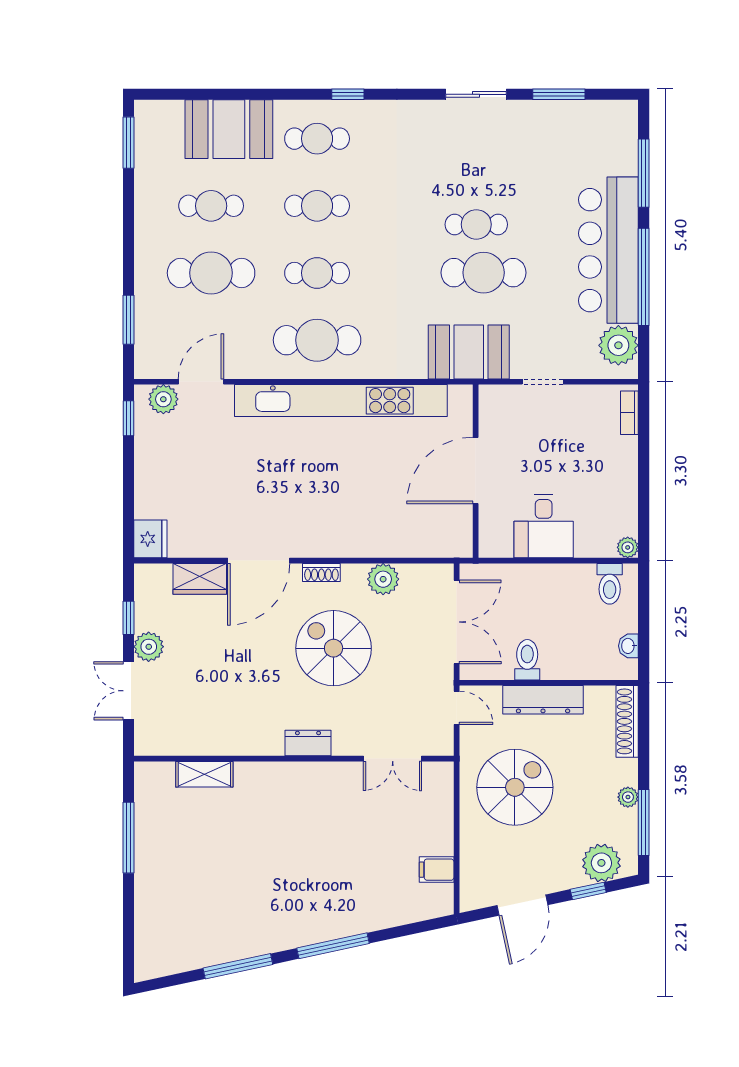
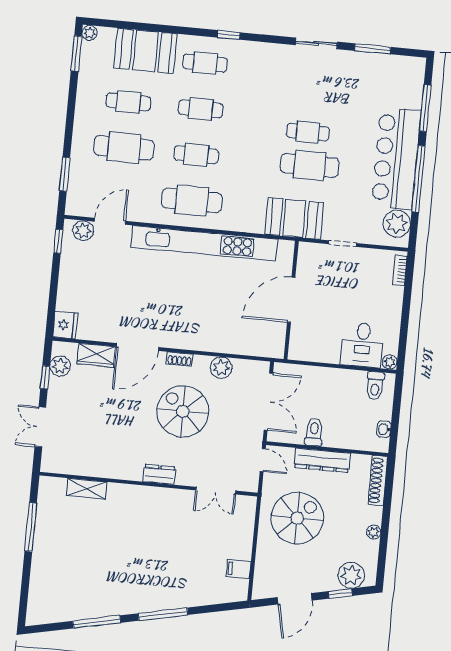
plant: (145, 111) -> (90, 33), added
desk: (544, 526) -> (362, 345), moved
plant: (149, 647) -> (60, 366), moved
window: (644, 822) -> (383, 550), removed

